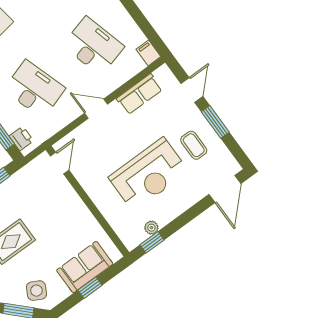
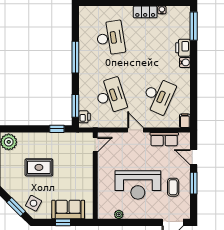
desk: (93, 46) -> (158, 96), turned 39
door: (192, 90) -> (194, 157), swing flipped
window: (152, 242) -> (113, 222), removed

